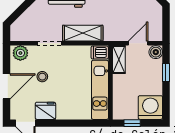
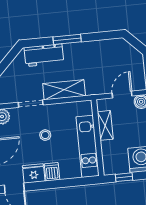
dishwasher: (100, 52) -> (52, 172), moved, turned 90
shelving: (119, 60) -> (105, 125), moved
stool: (42, 77) -> (45, 135), moved

